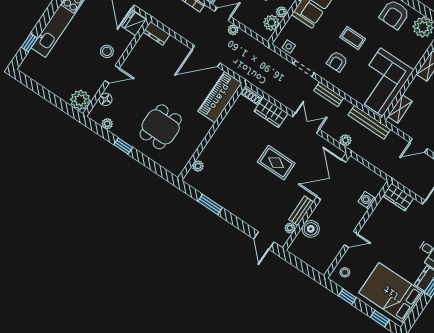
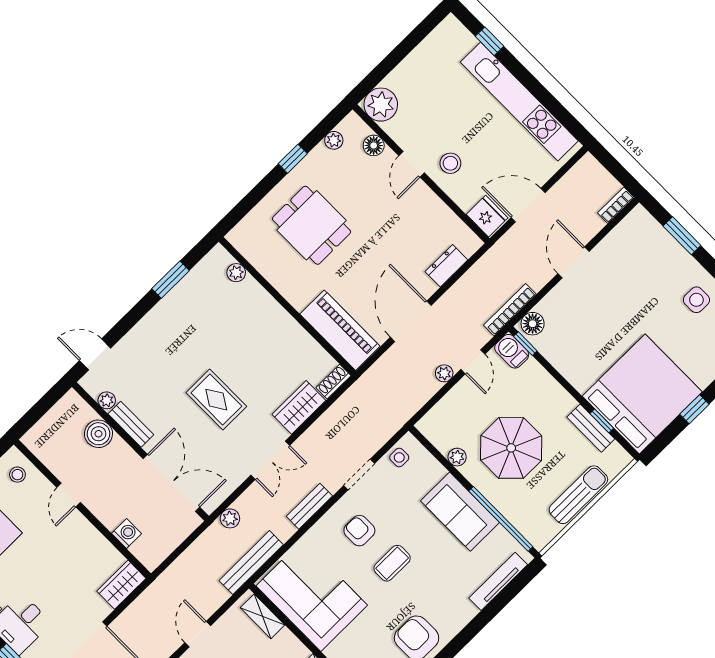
plant: (271, 23) -> (443, 437), removed
dresser: (157, 33) -> (446, 266), moved
rug: (276, 163) -> (216, 400), turned 90

